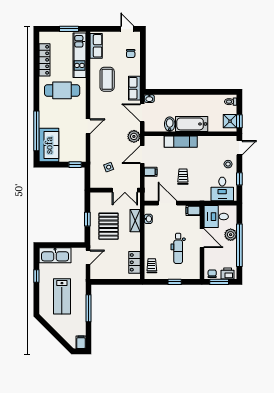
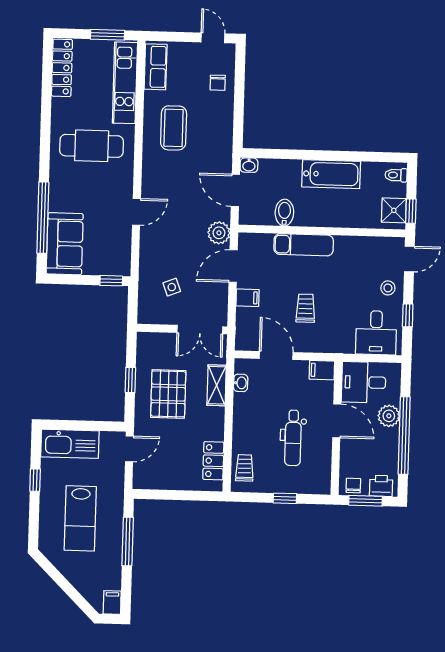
locker: (44, 60) -> (62, 68), moved
row of seats: (134, 88) -> (222, 146), removed
bathtub: (192, 124) -> (331, 174), moved, turned 180

